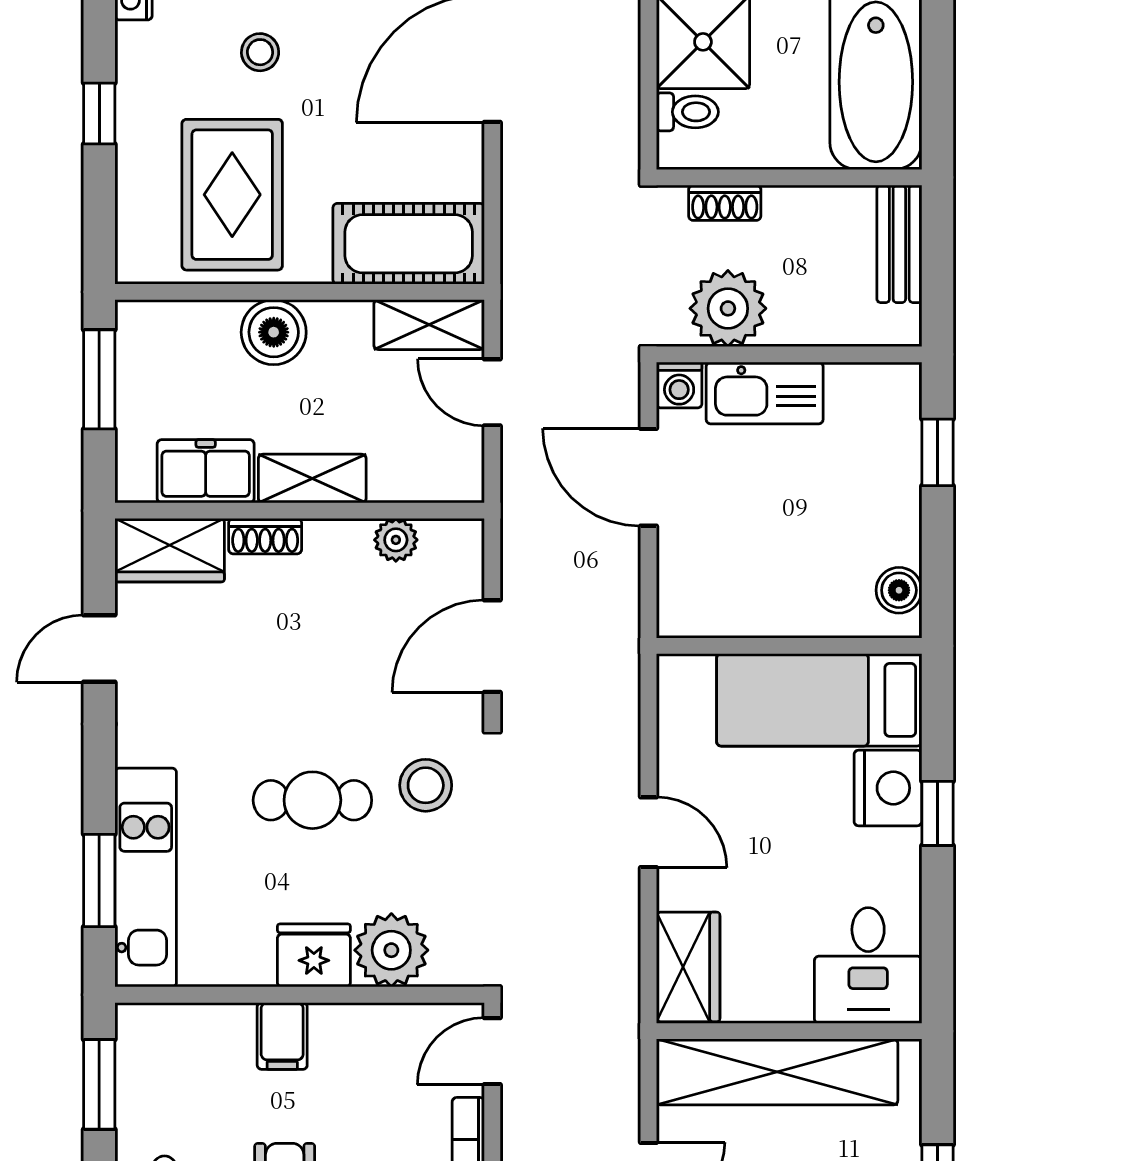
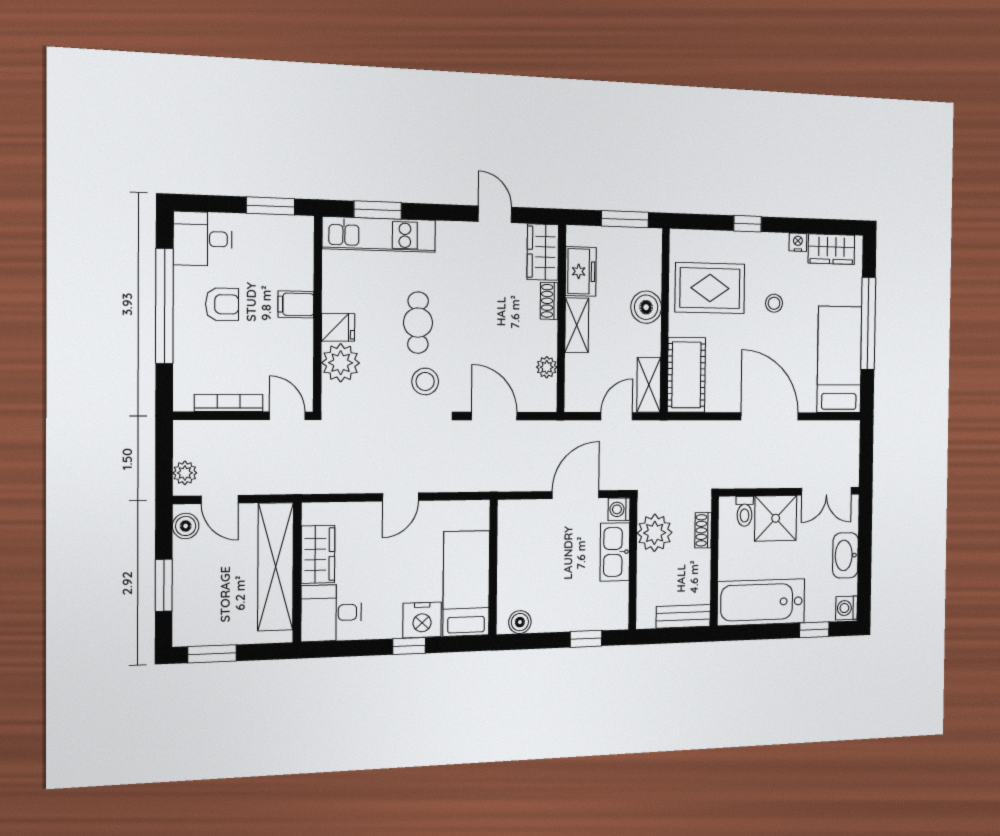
fridge: (314, 955) -> (338, 327), width x0.72
wardrobe: (688, 967) -> (318, 554), moved, turned -90

